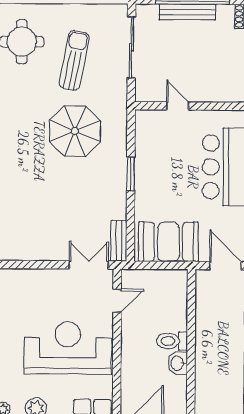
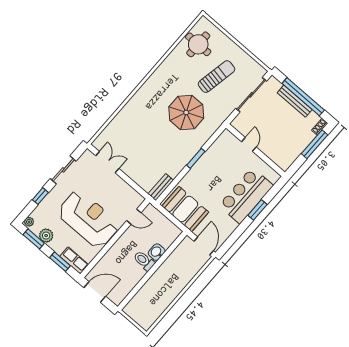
double door: (89, 265) -> (107, 162), moved
washbasin: (178, 363) -> (157, 252), moved

